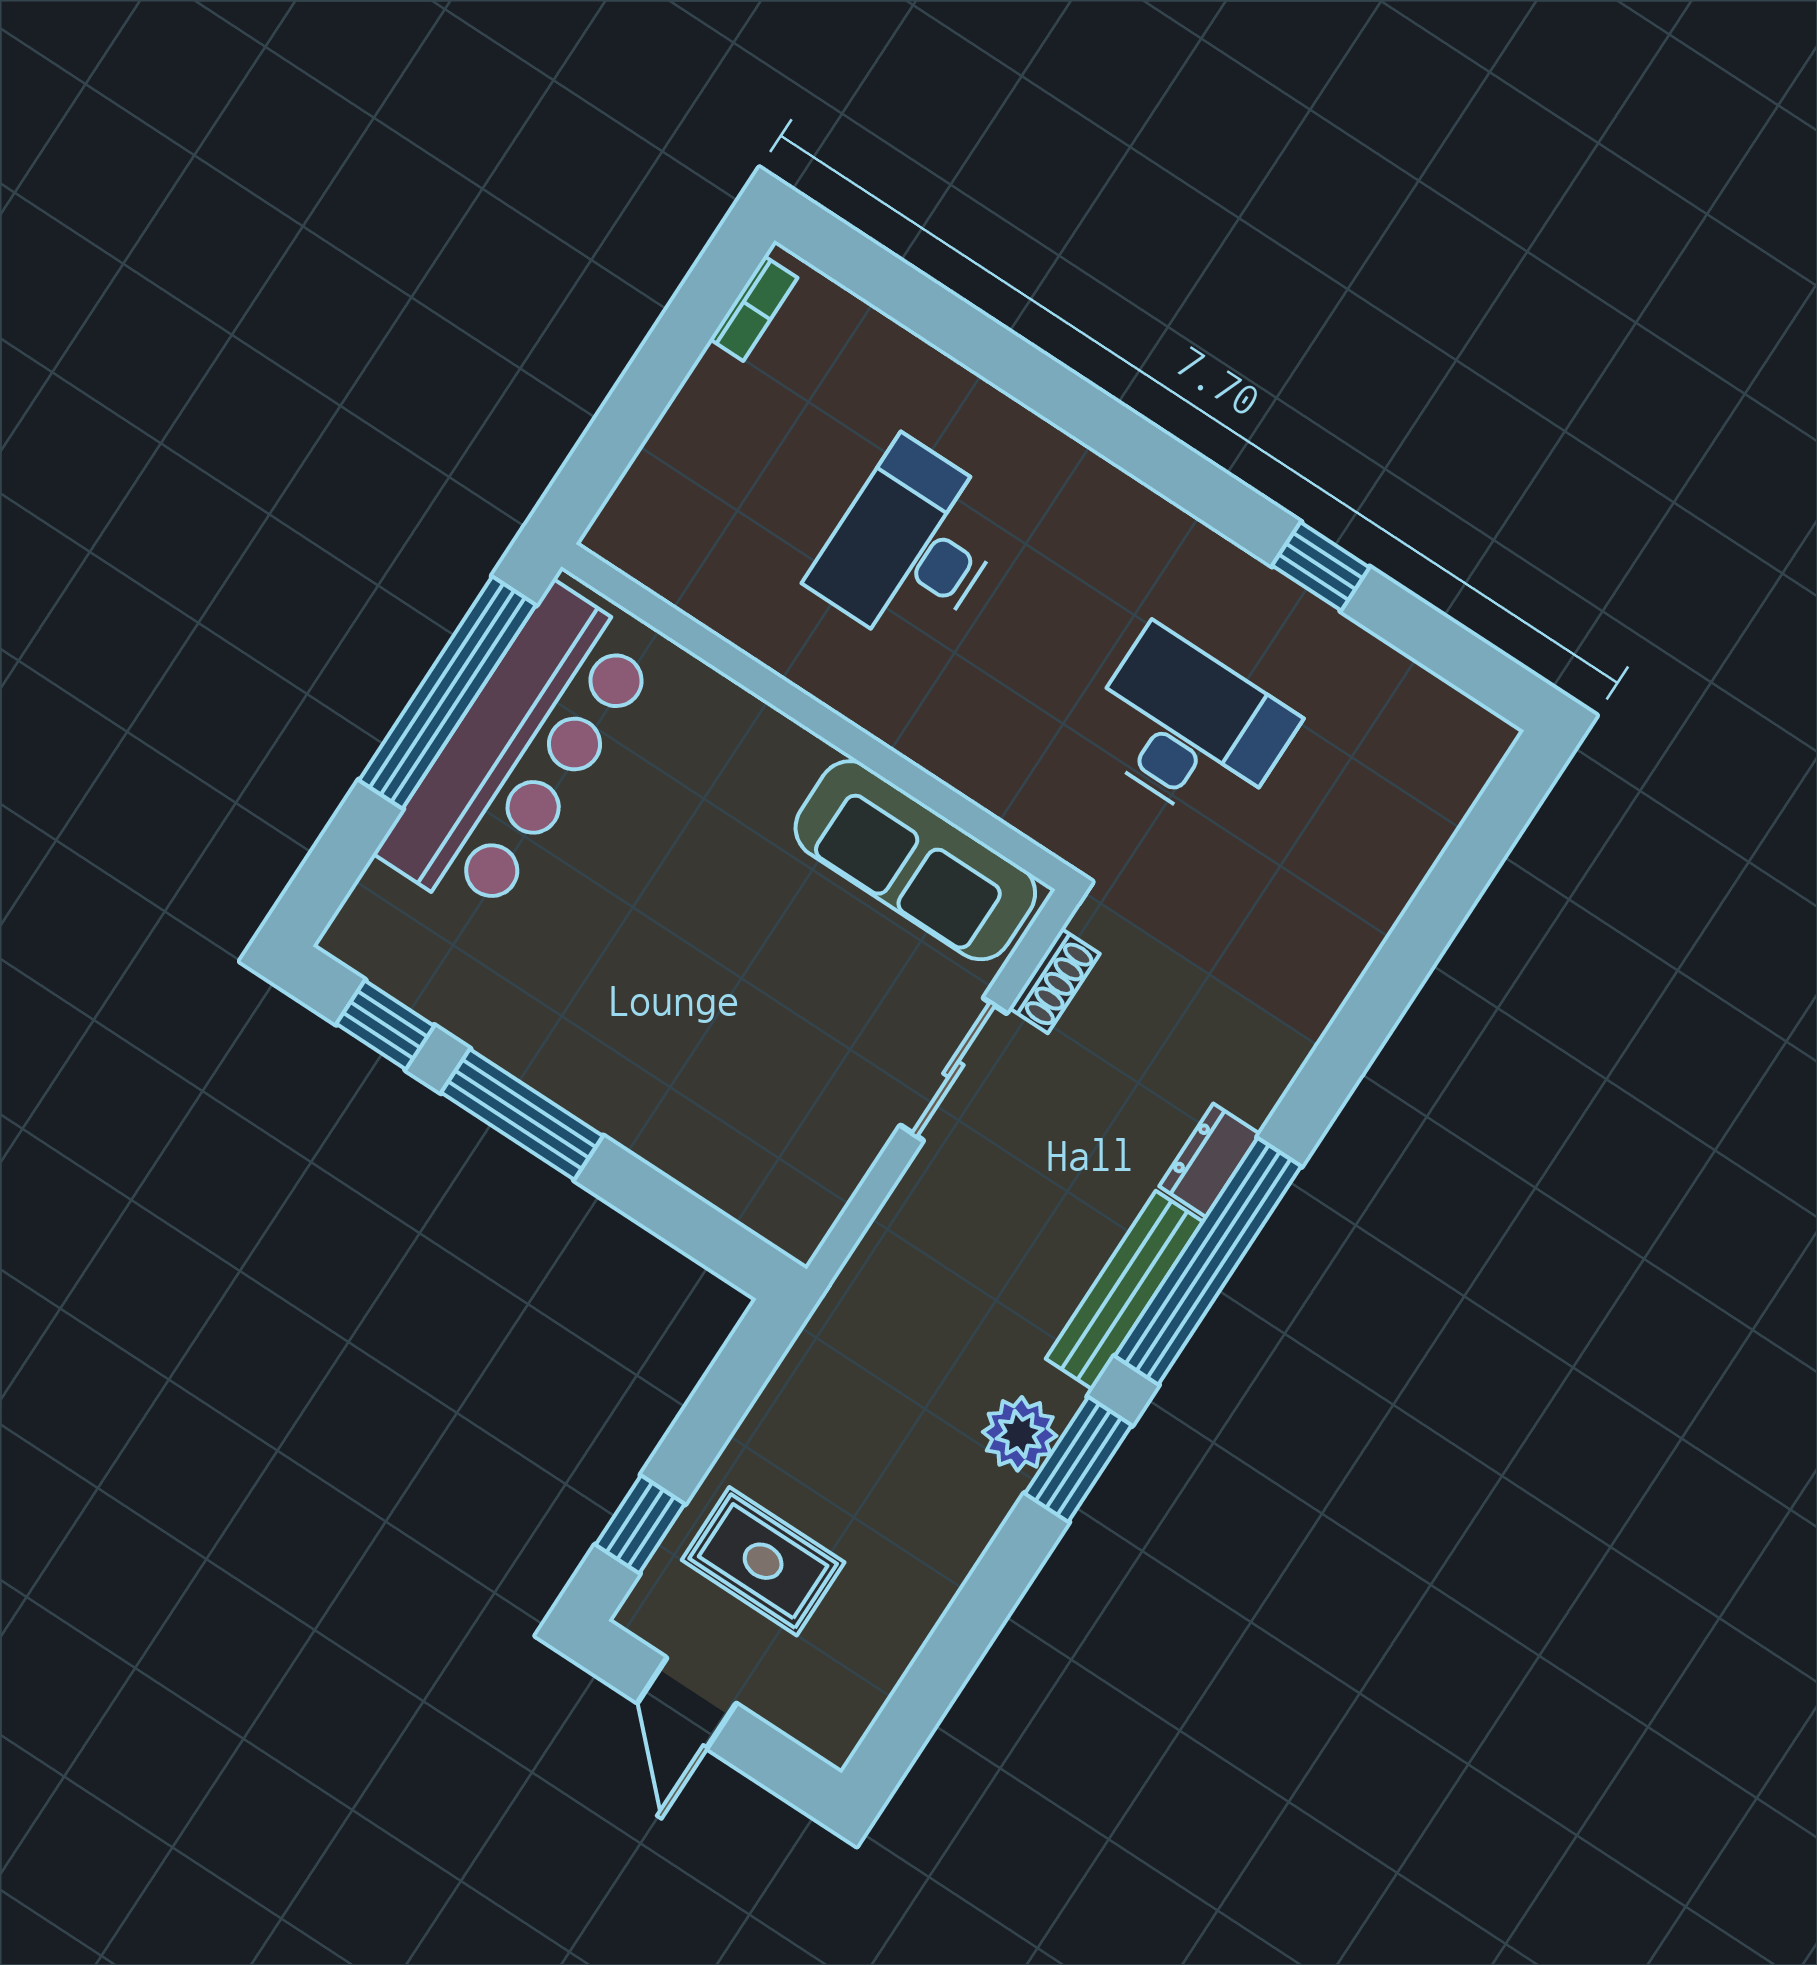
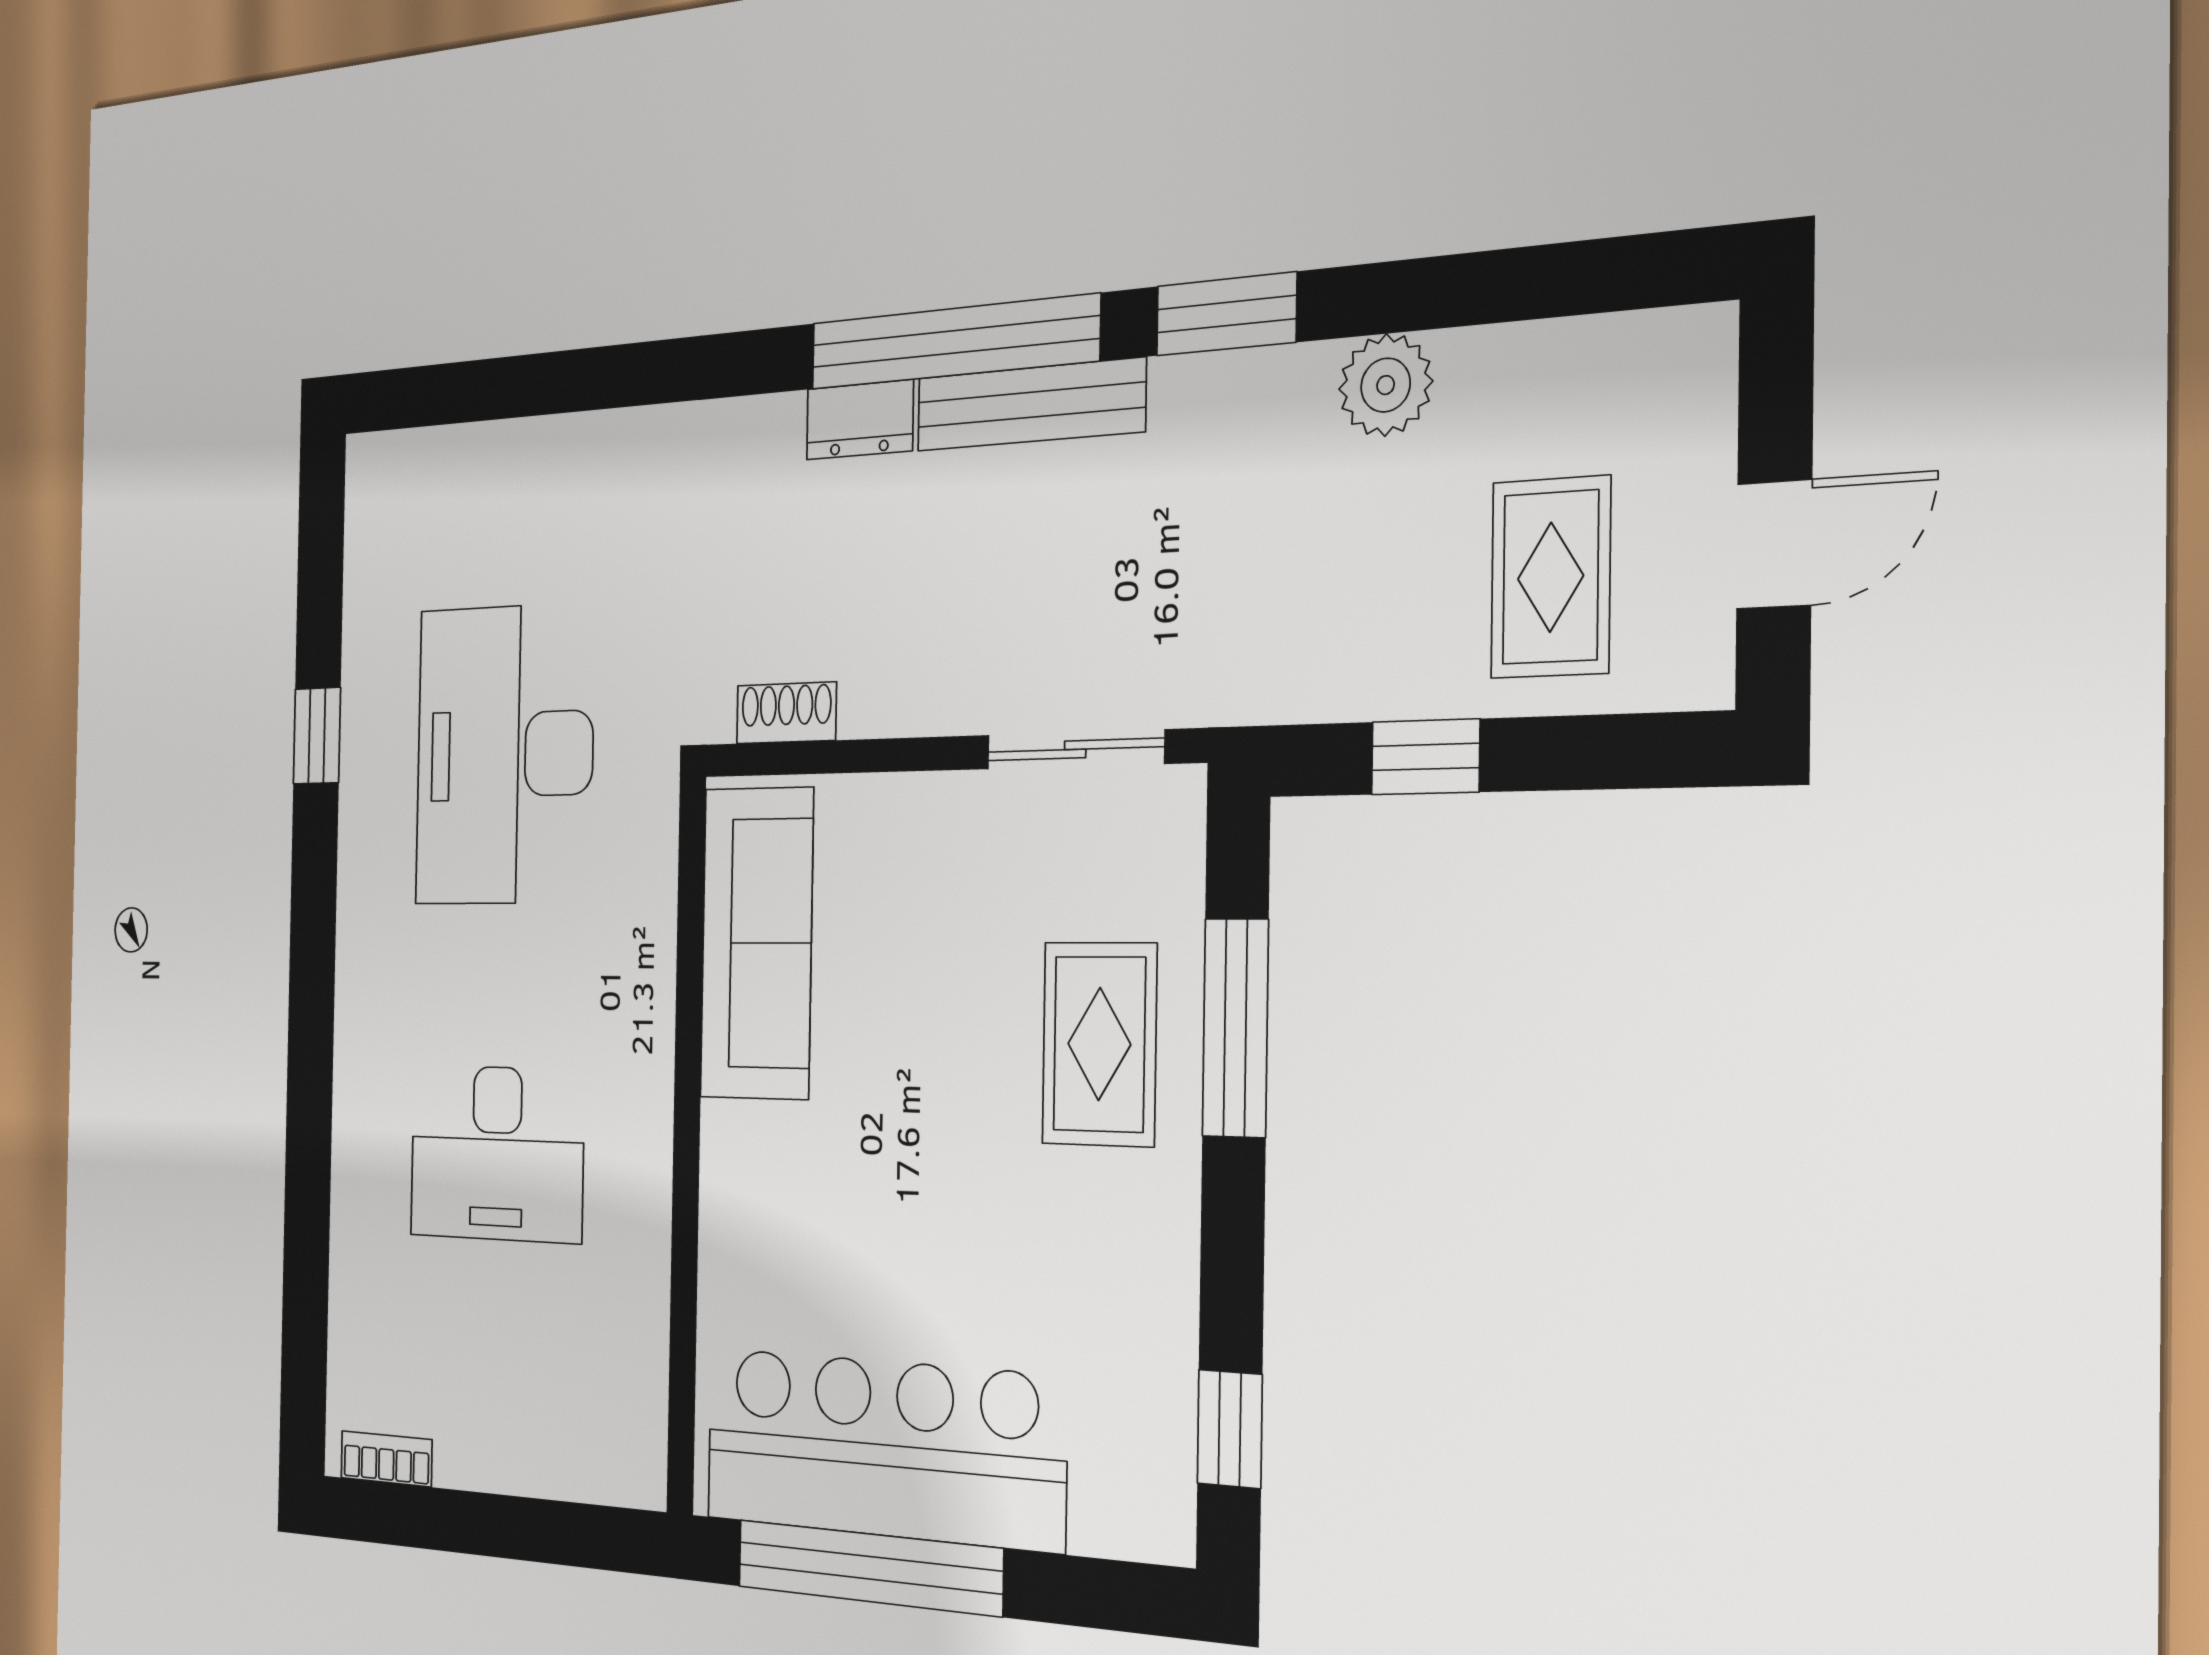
desk: (1189, 728) -> (504, 755), width x1.36, depth x1.30
sliding door: (953, 1069) -> (1075, 749), moved
rug: (681, 1082) -> (1099, 1044), added
window: (522, 1114) -> (1235, 1028), moved
plant: (1020, 1434) -> (1386, 385), moved
window: (640, 1524) -> (1425, 757), moved

